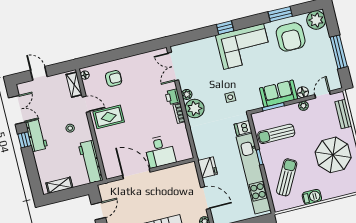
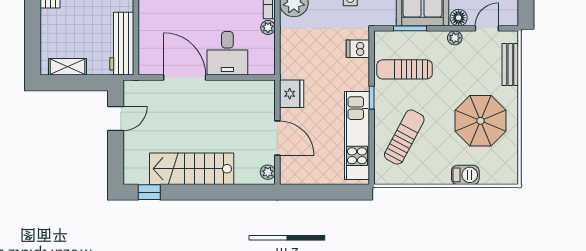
plant: (182, 128) -> (268, 27), added
kitchen unit: (254, 173) -> (357, 135), width x0.73
barbecue: (312, 197) -> (465, 175), moved

